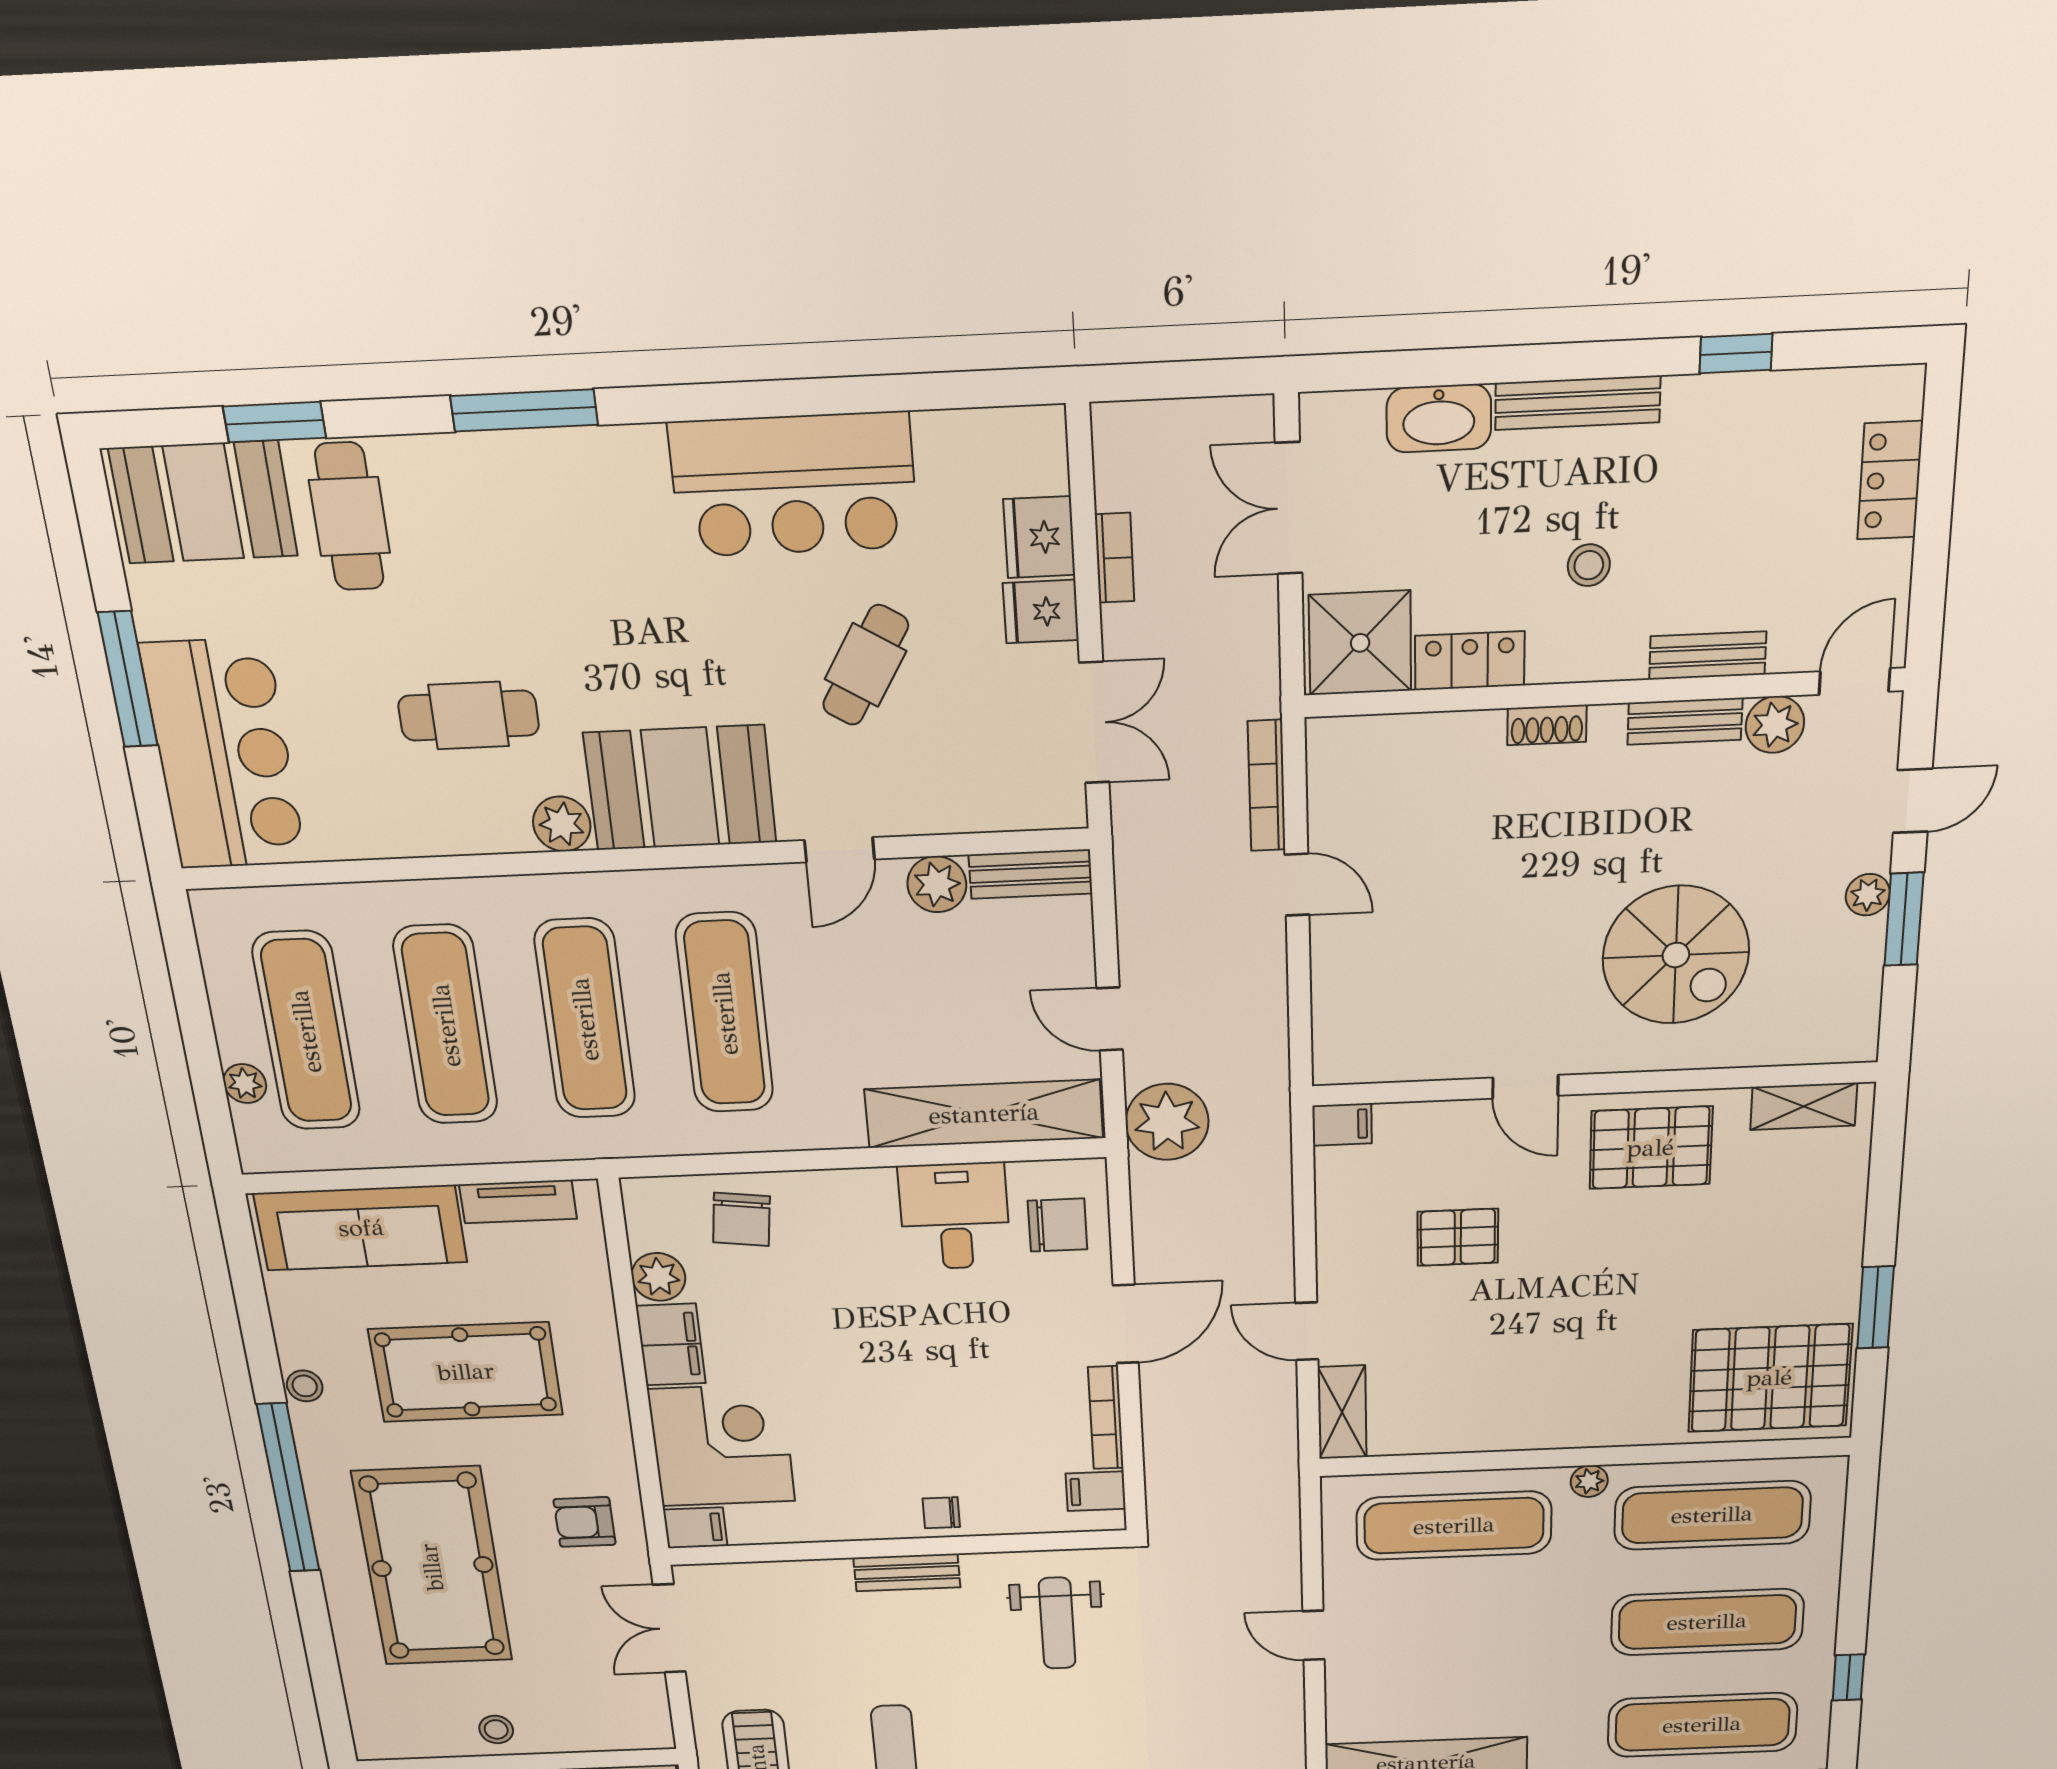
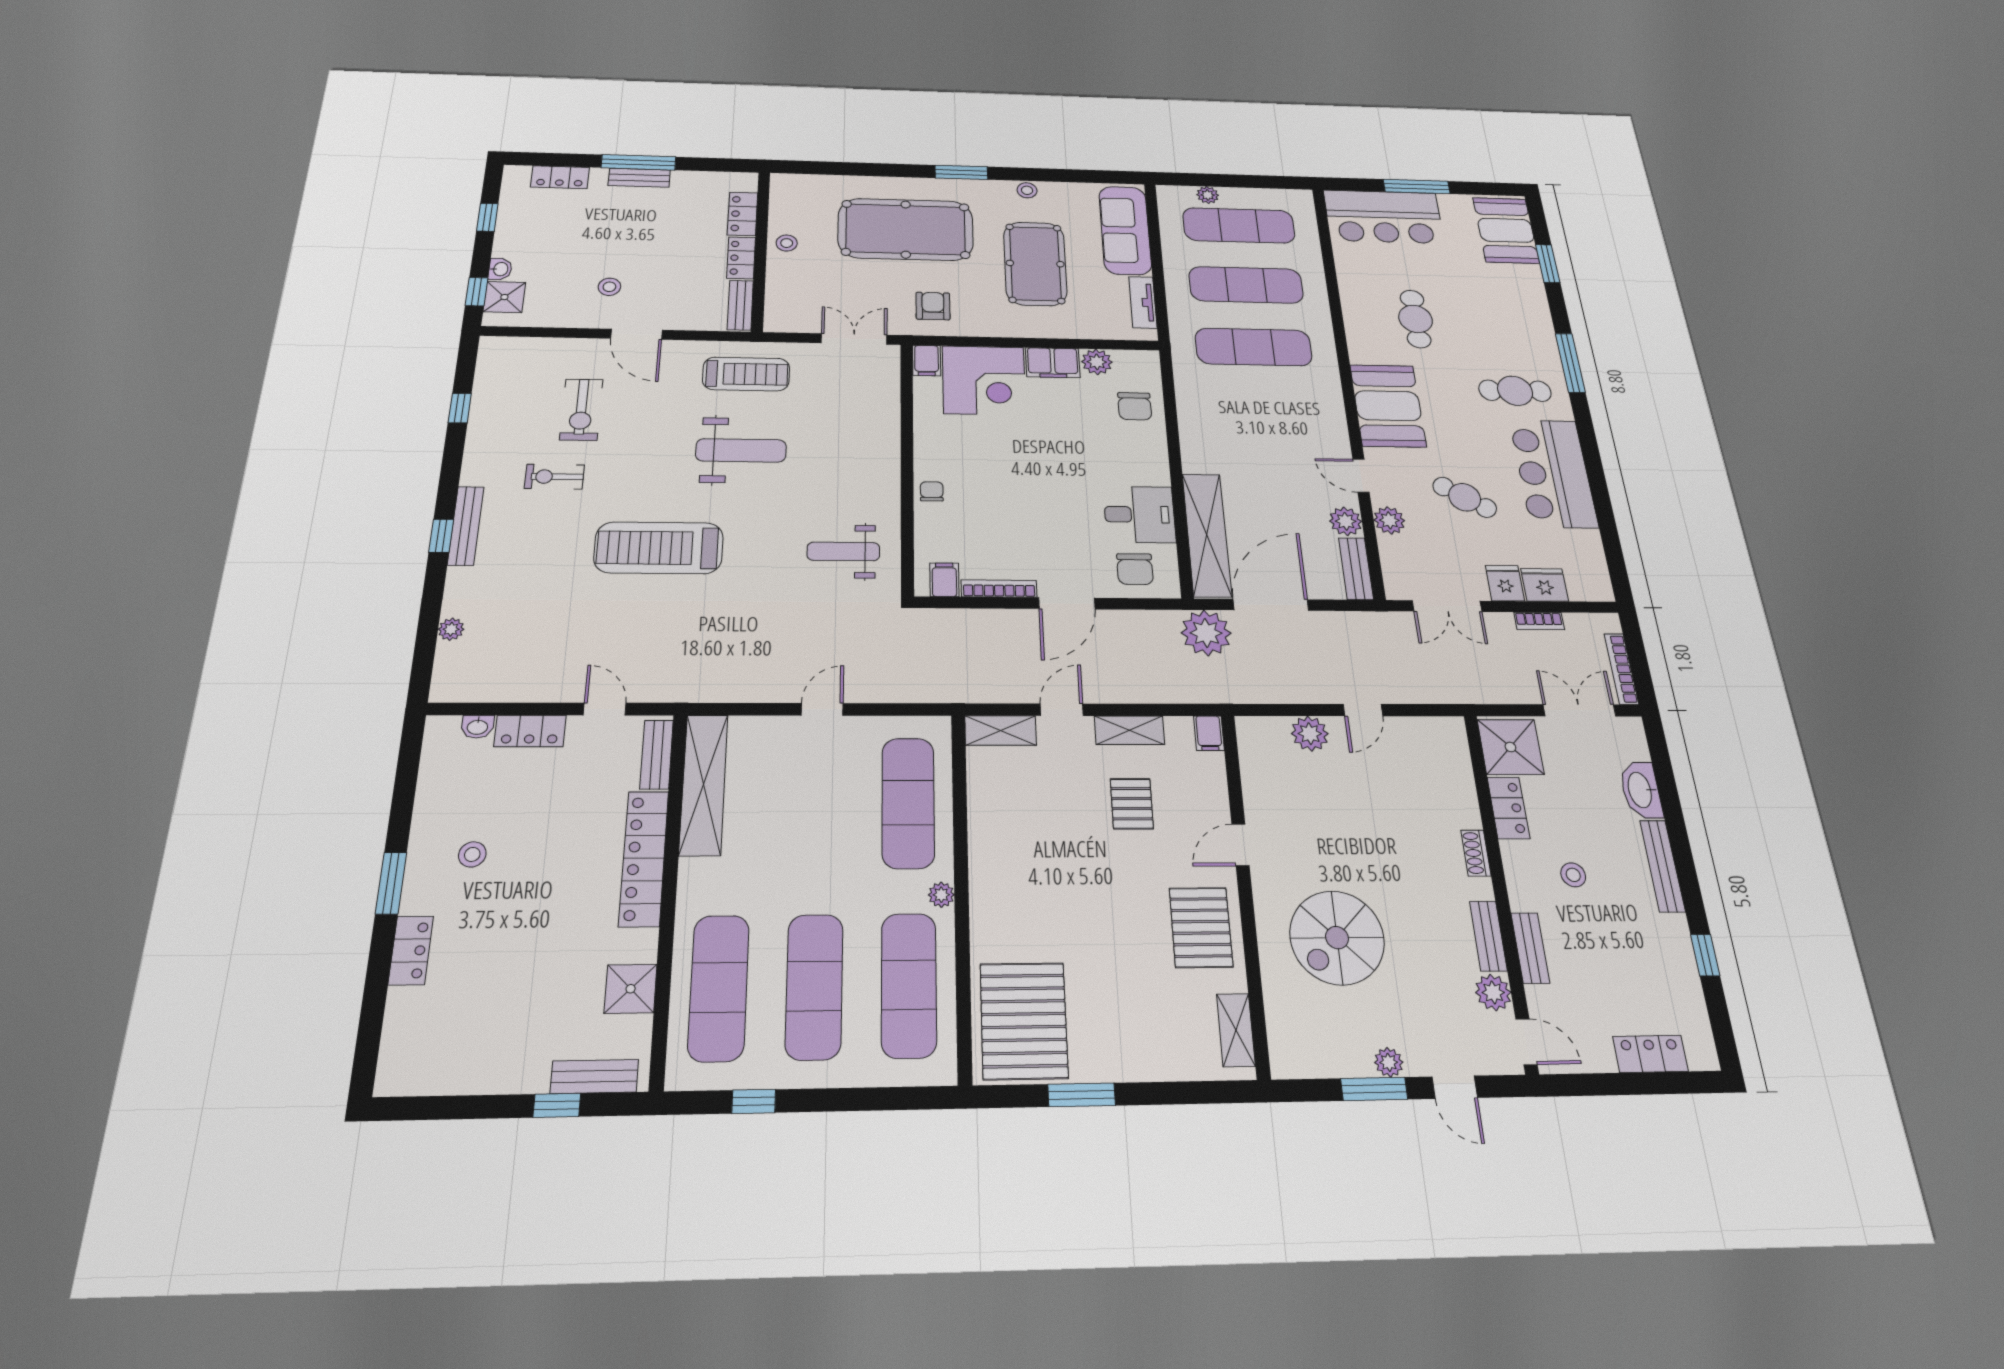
cafe table: (349, 517) -> (1515, 391), moved
bookcase: (1267, 786) -> (1621, 669), moved, turned -90
plant: (562, 824) -> (1389, 520), moved
plant: (1340, 972) -> (1310, 734), added
exercise mat: (725, 1013) -> (1261, 412), removed
door: (1110, 1019) -> (1271, 605), width x1.87
chair: (741, 1219) -> (1135, 406), turned -97
shelving: (1339, 1238) -> (1129, 730), added
door: (1126, 1324) -> (1067, 603), hinge flipped
window: (288, 1488) -> (961, 172), width x0.47
bench: (907, 1572) -> (888, 469), removed

